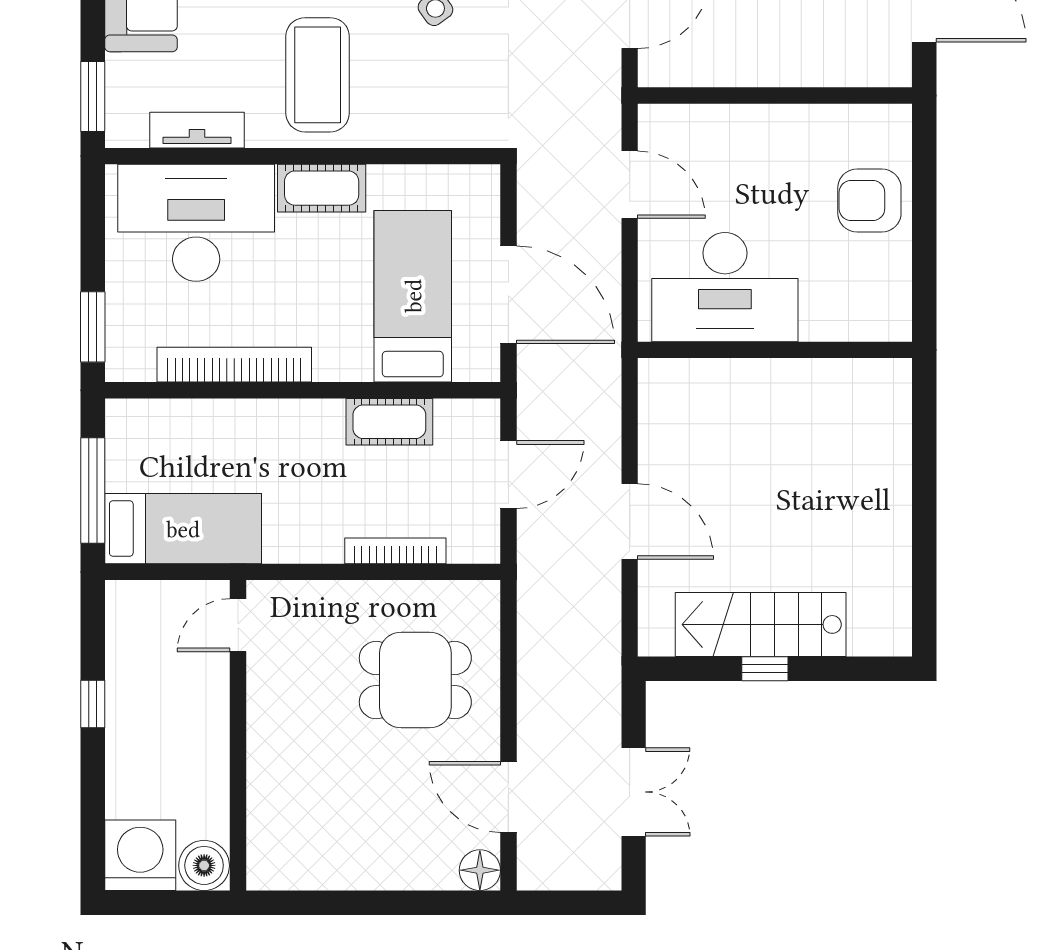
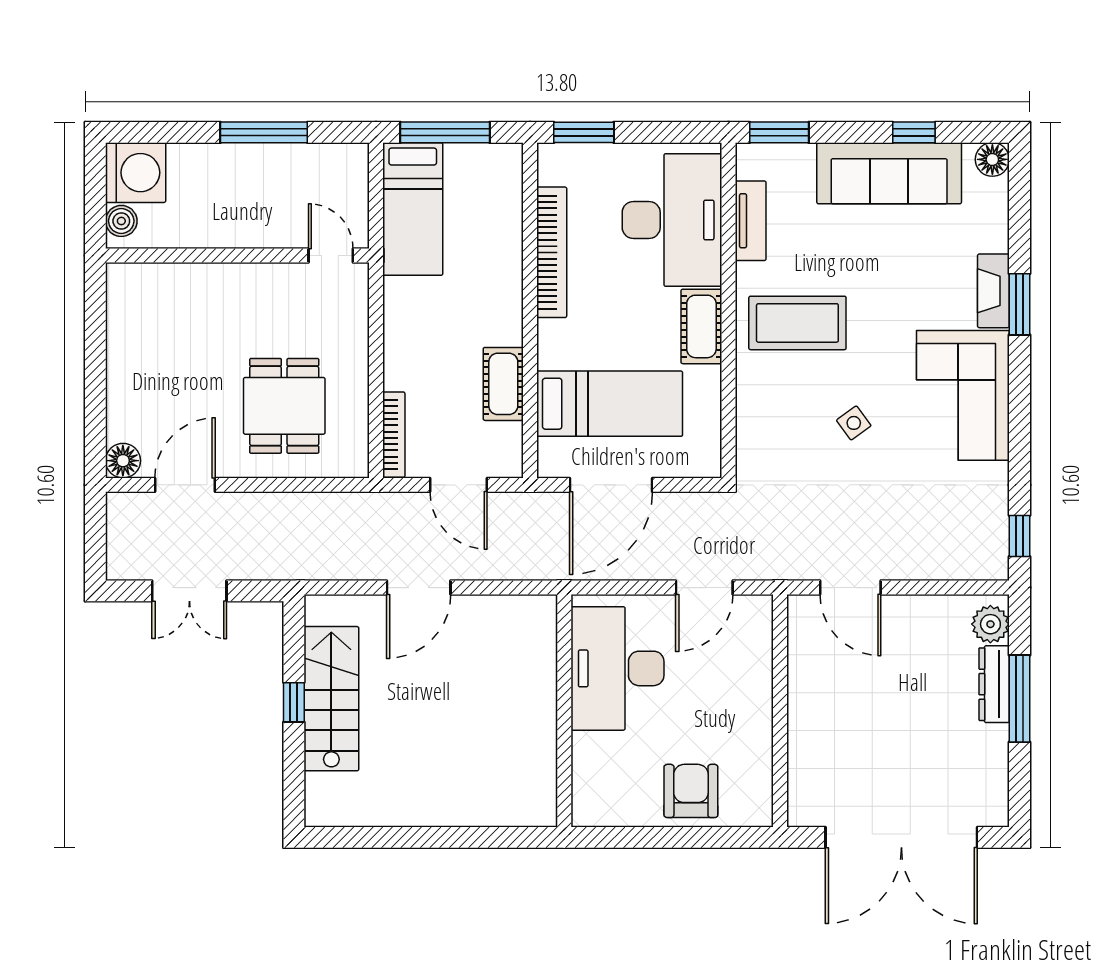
bookcase: (395, 551) -> (394, 435), moved
window: (93, 704) -> (264, 132), width x2.17
boiler: (204, 865) -> (121, 221), width x0.73, depth x0.73

